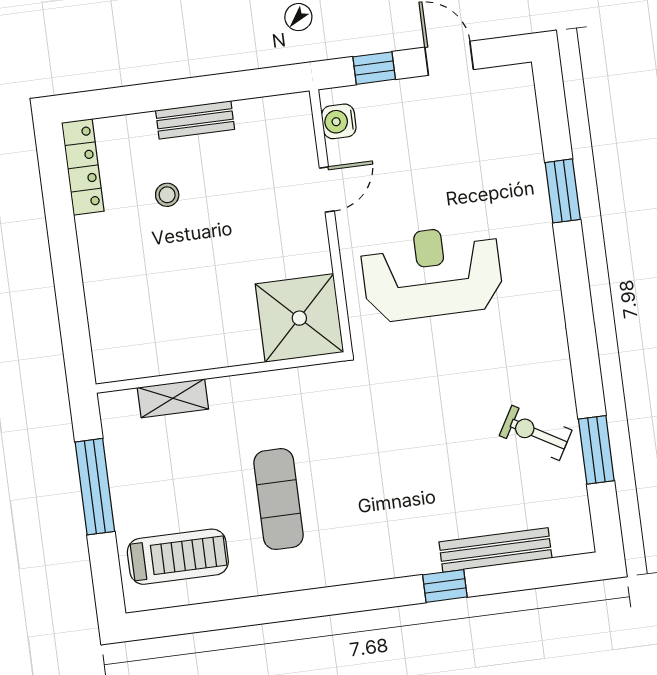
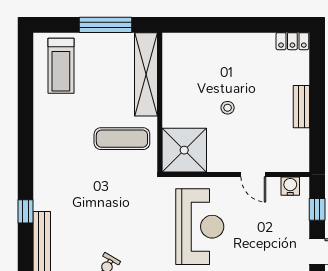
locker: (83, 167) -> (292, 41), width x0.66
stool: (167, 195) -> (228, 108), moved
shelving: (173, 398) -> (146, 74), width x2.20, depth x1.33
exercise mat: (279, 499) -> (122, 139), moved

